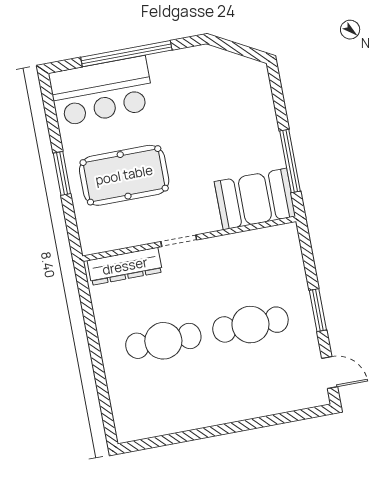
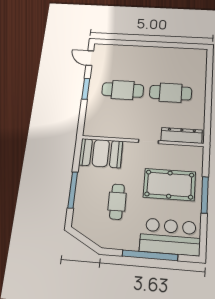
cafe table: (203, 124) -> (117, 202), added
window: (290, 161) -> (73, 190), moved
window: (62, 173) -> (205, 195), width x1.44

